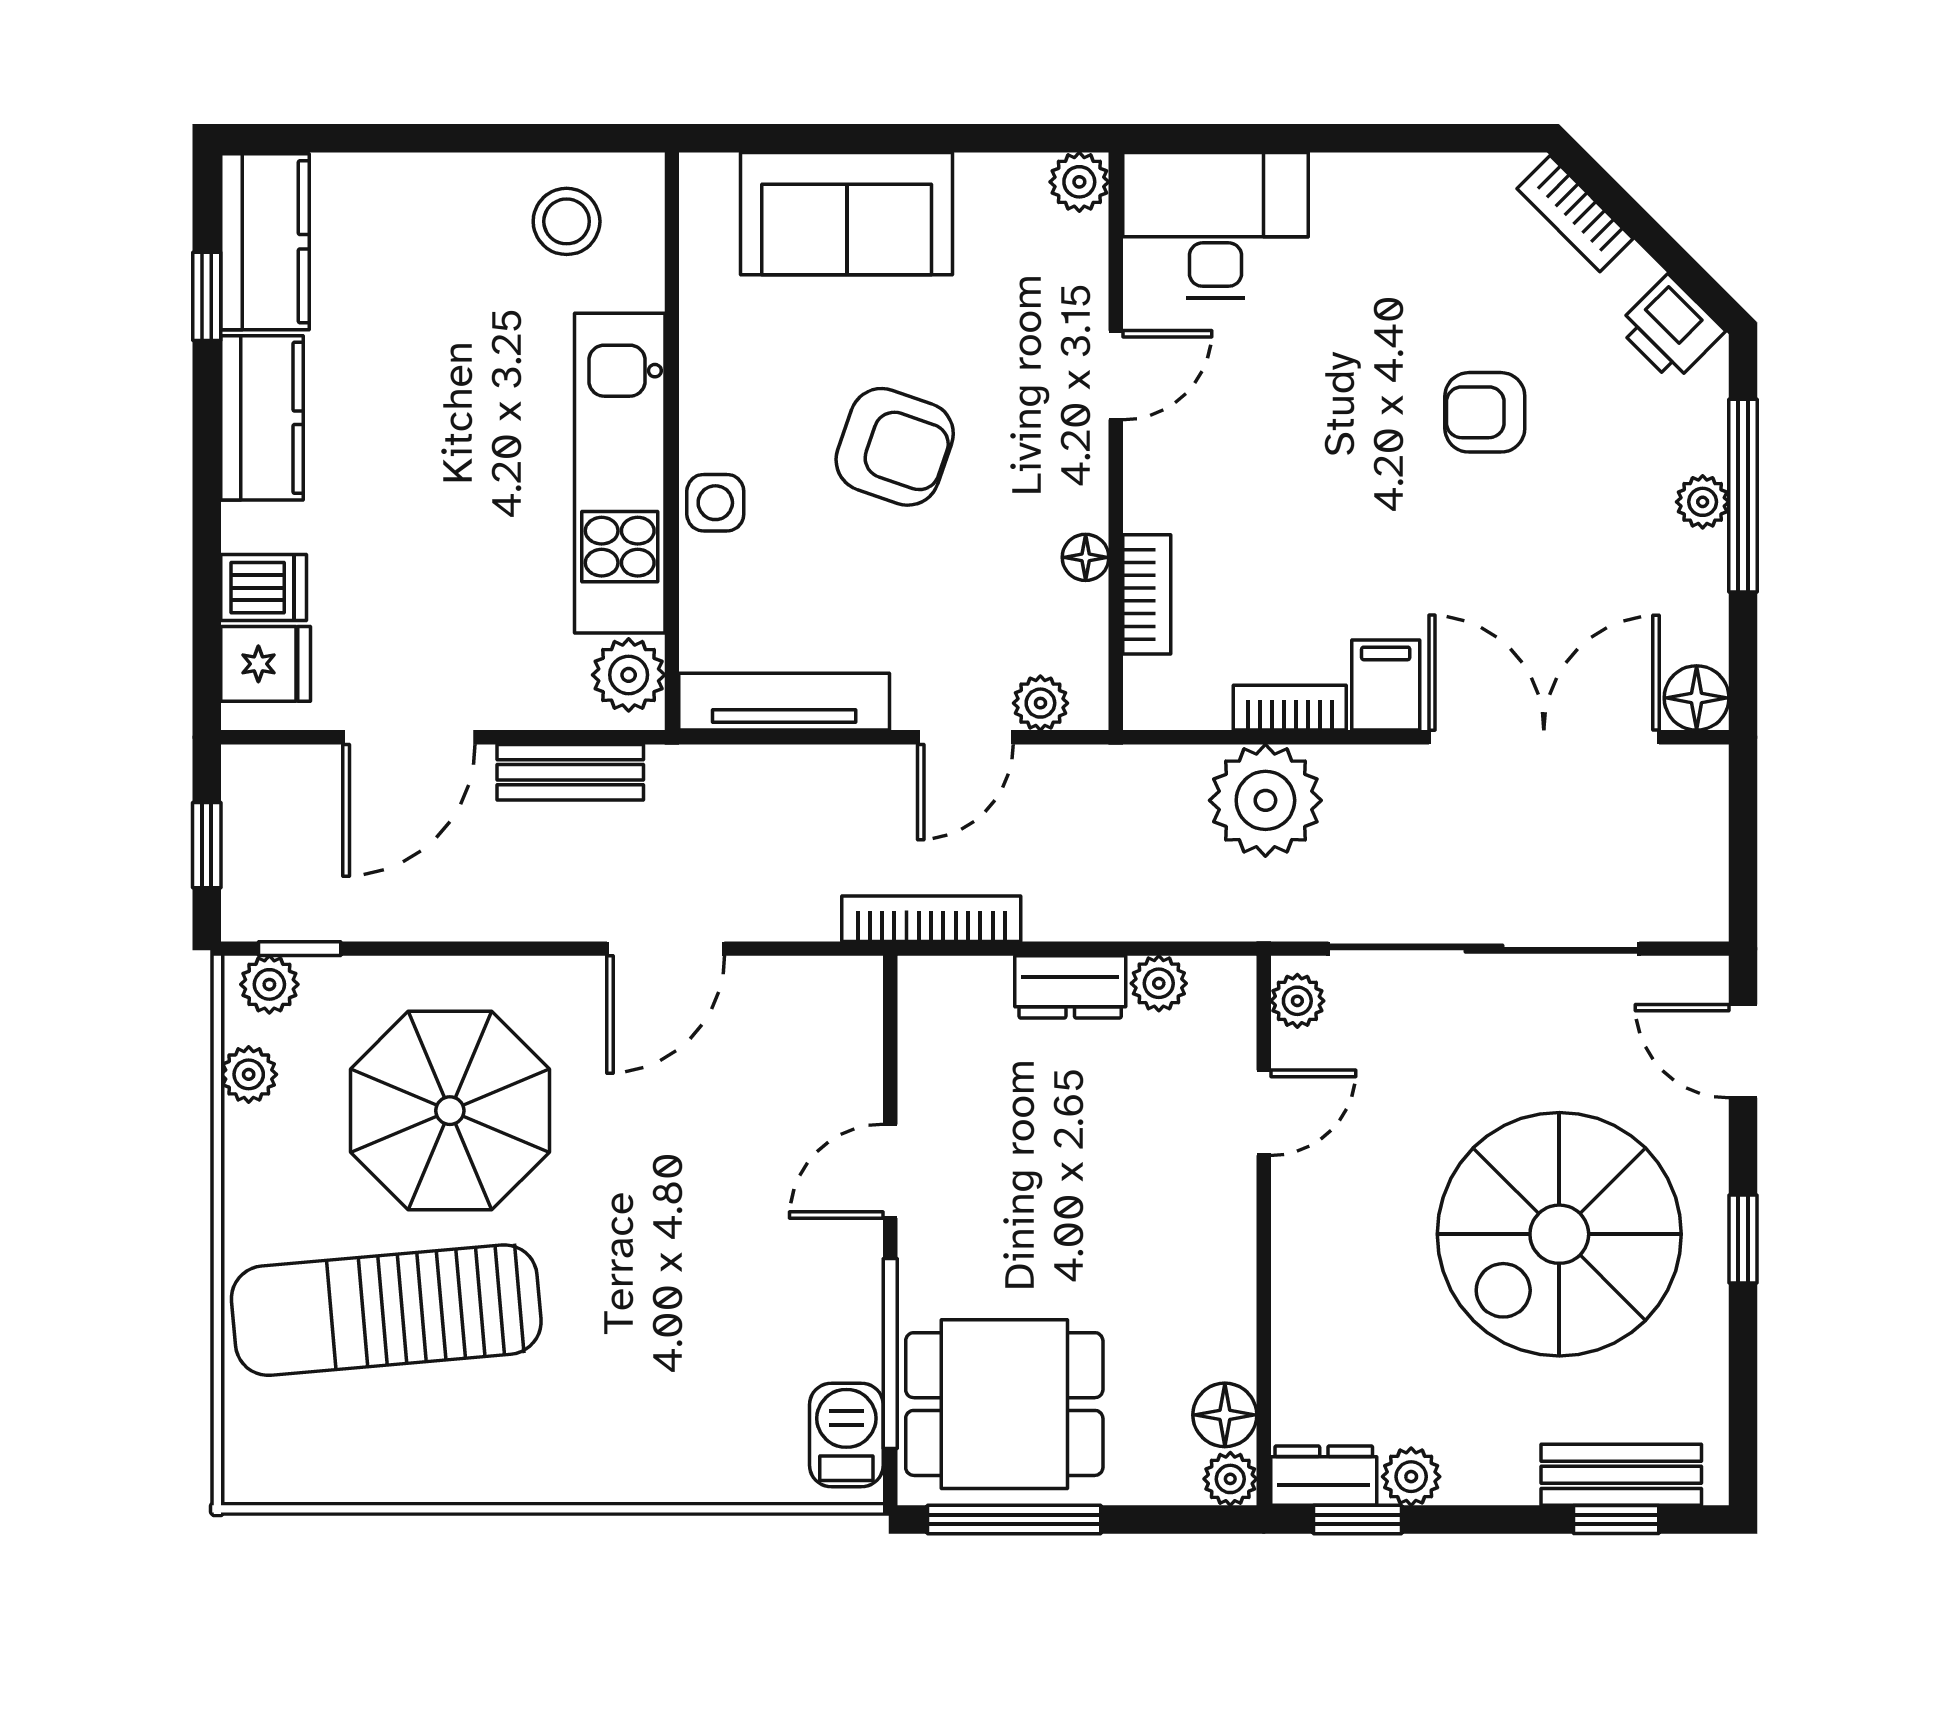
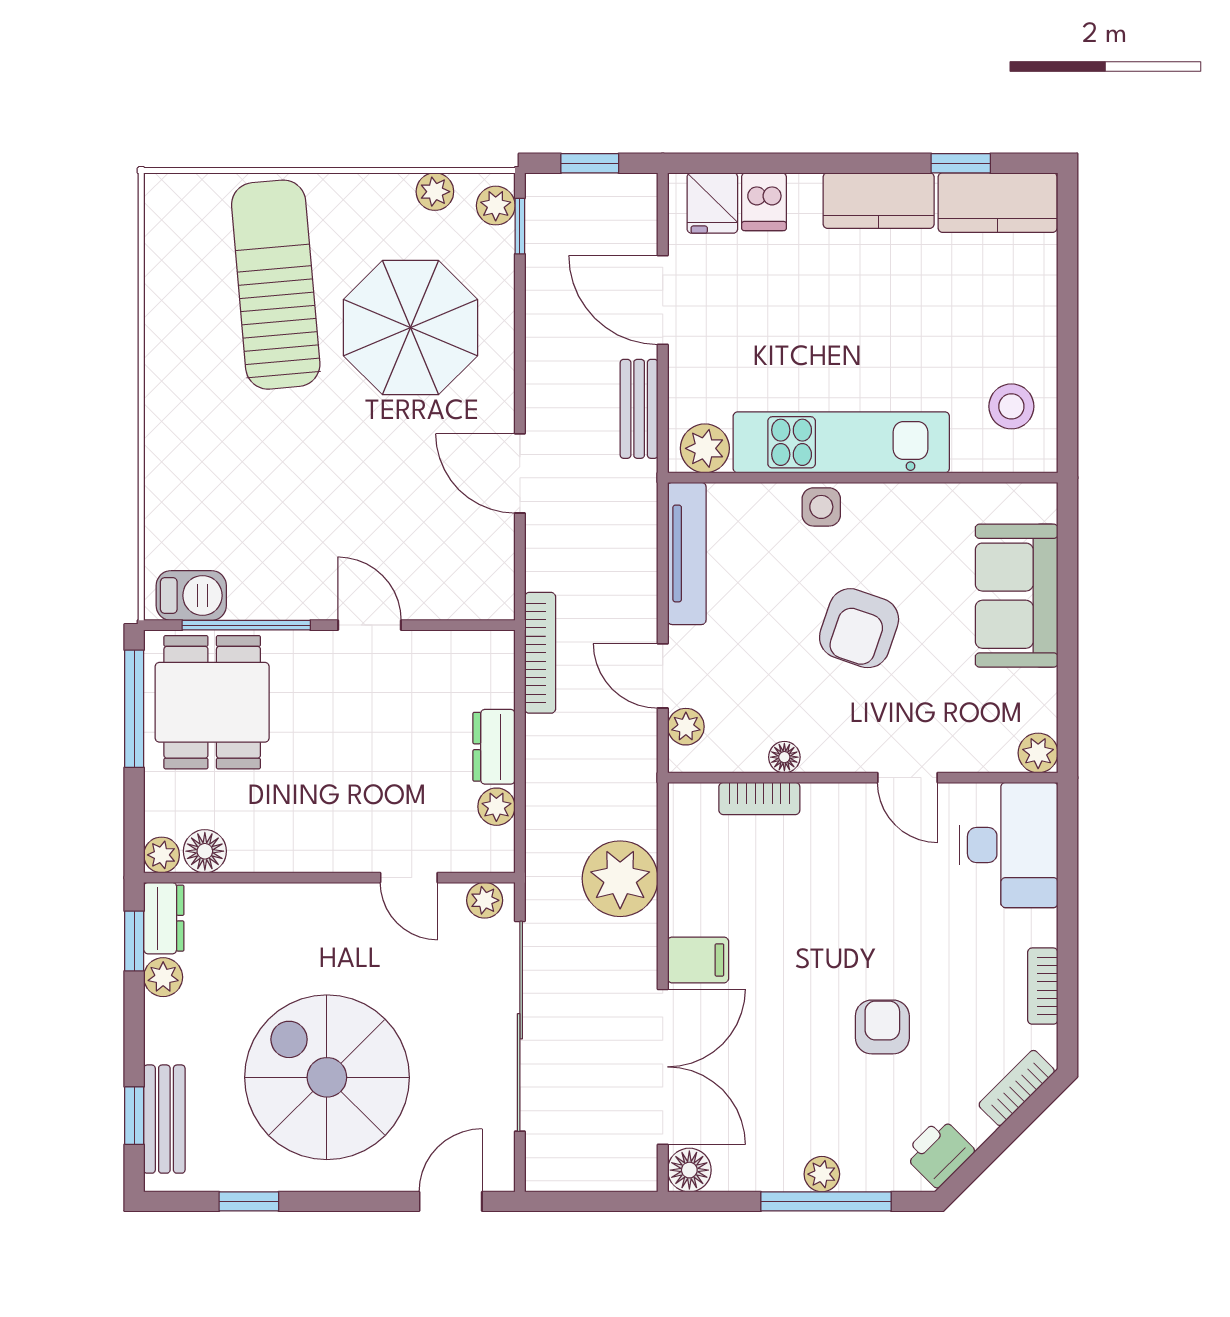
bookcase: (1290, 708) -> (1043, 986), moved, turned 180
window: (1743, 1239) -> (249, 1201), moved

